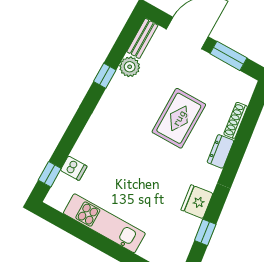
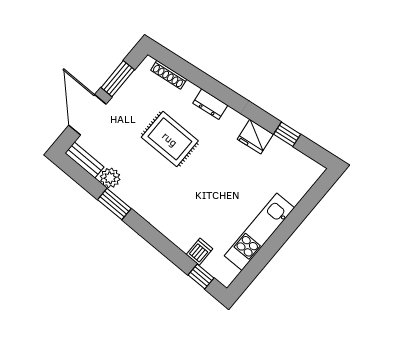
window: (105, 76) -> (114, 204), width x1.50
shoe rack: (236, 120) -> (169, 75), moved

